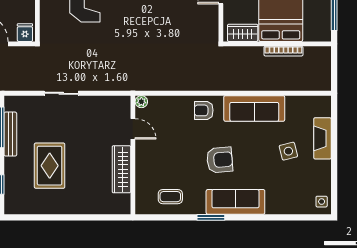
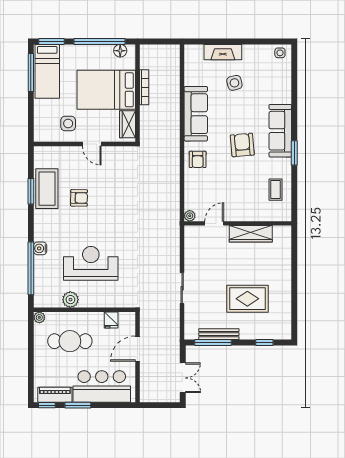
floor lamp: (324, 25) -> (120, 51), added
fridge: (25, 33) -> (111, 320), moved, turned -90

